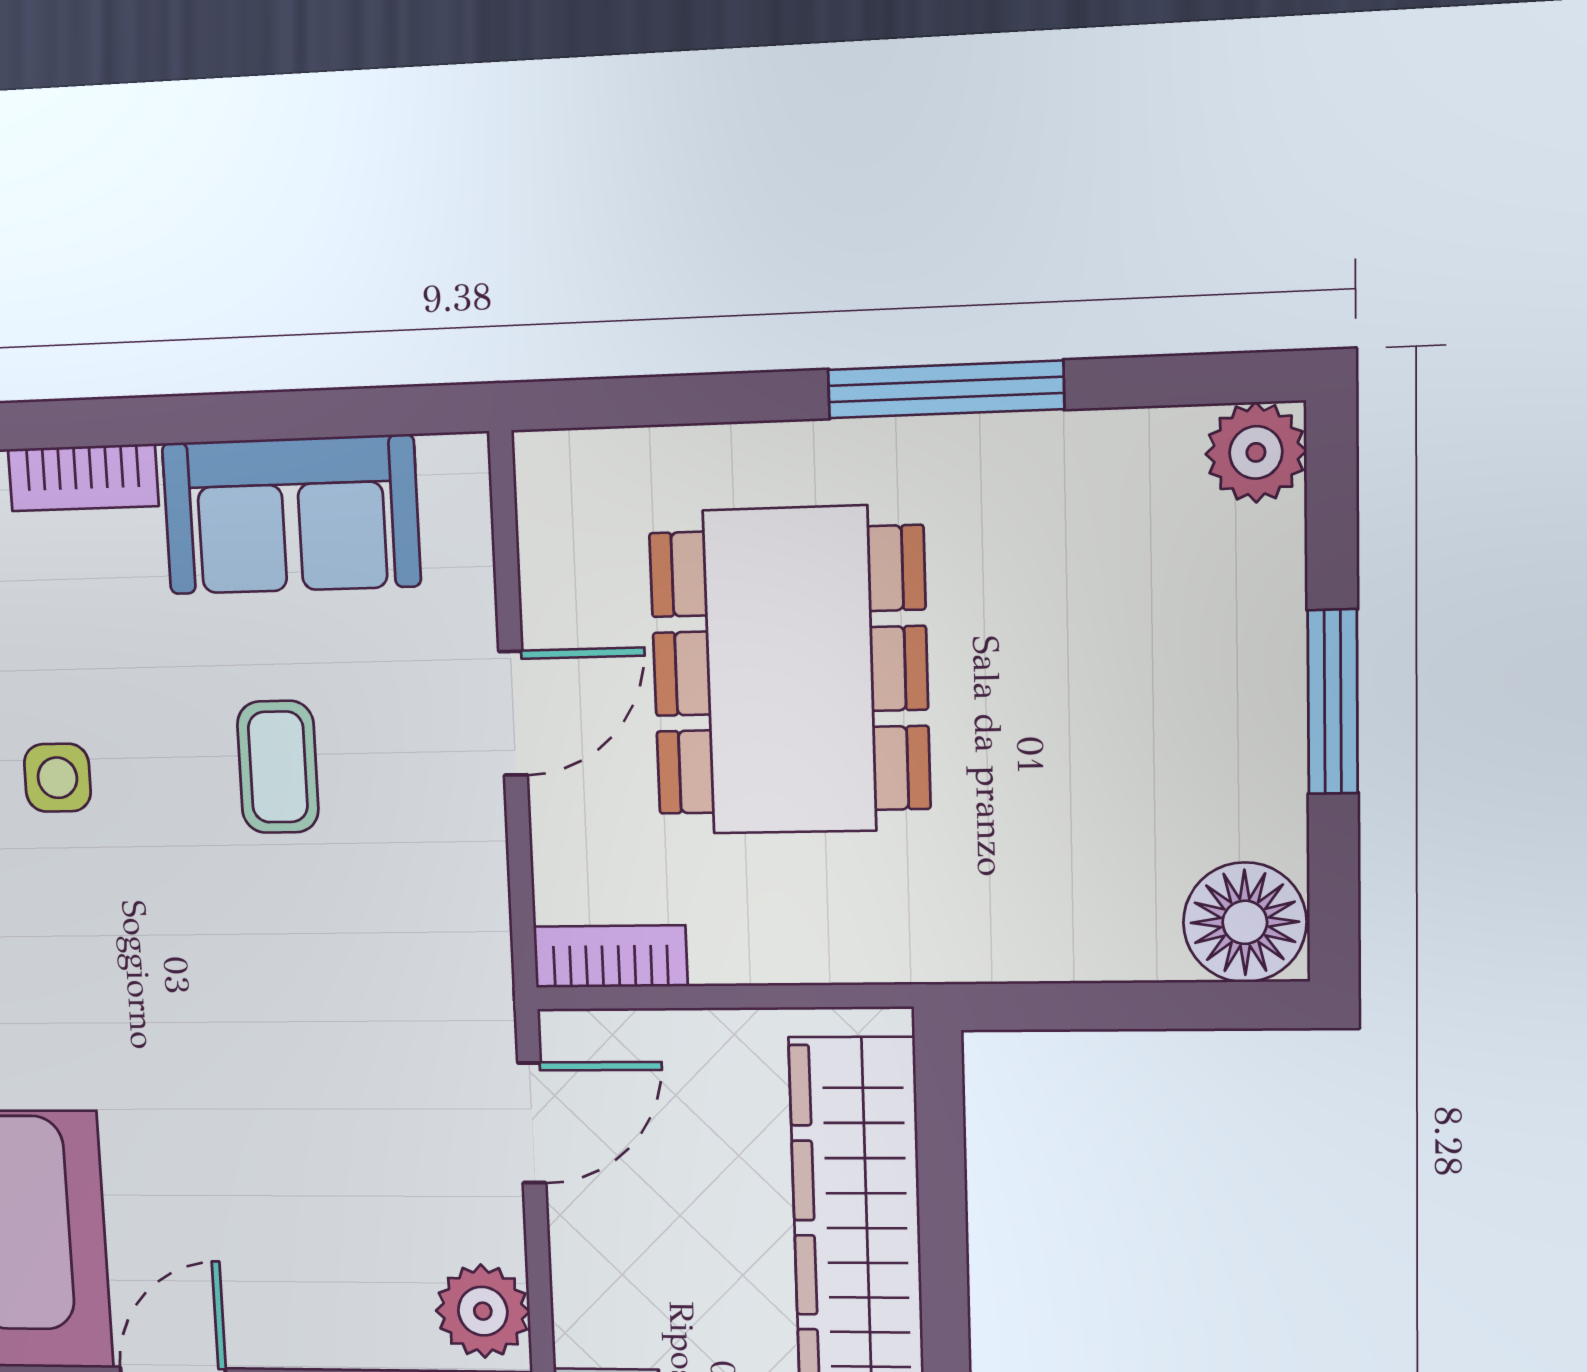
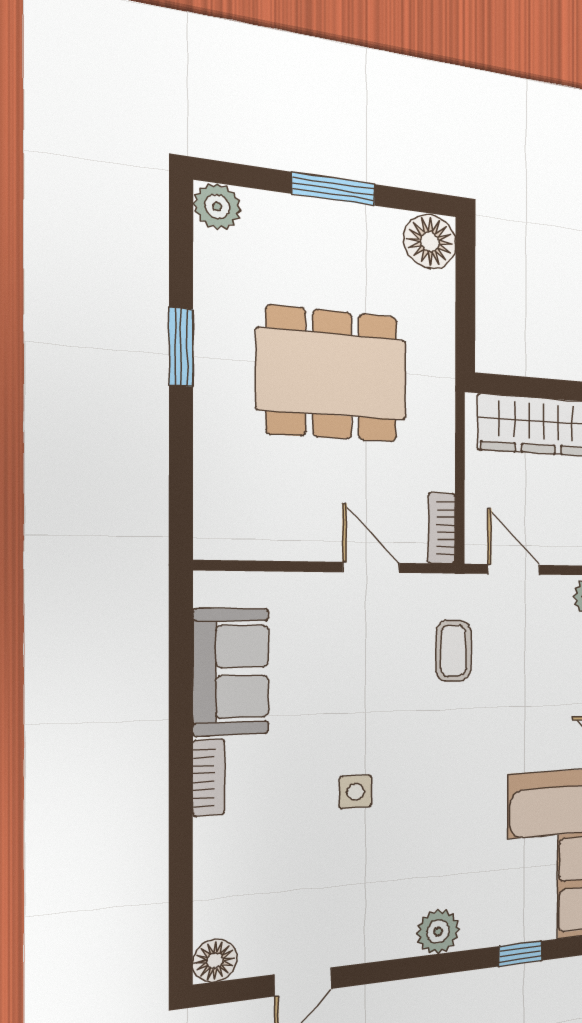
window: (946, 389) -> (181, 347), width x0.69
dining table: (790, 671) -> (332, 374), moved
door: (513, 713) -> (371, 568), moved
coffee table: (278, 767) -> (453, 651), moved, turned 90

